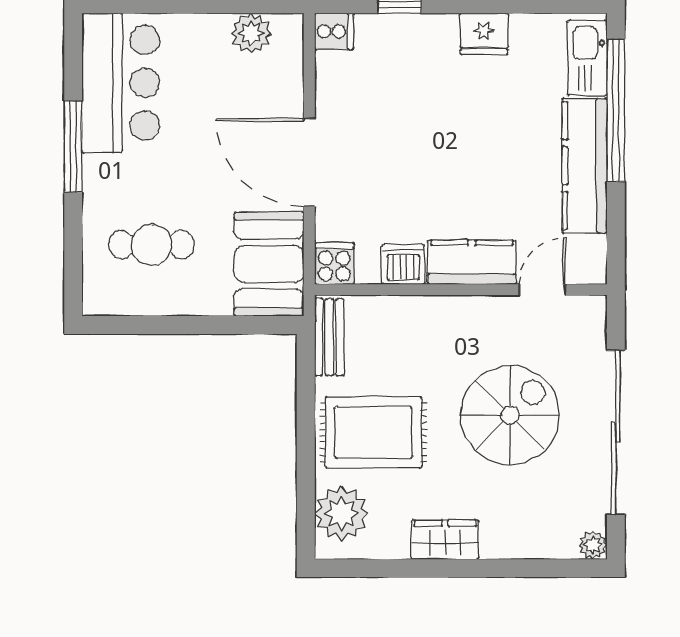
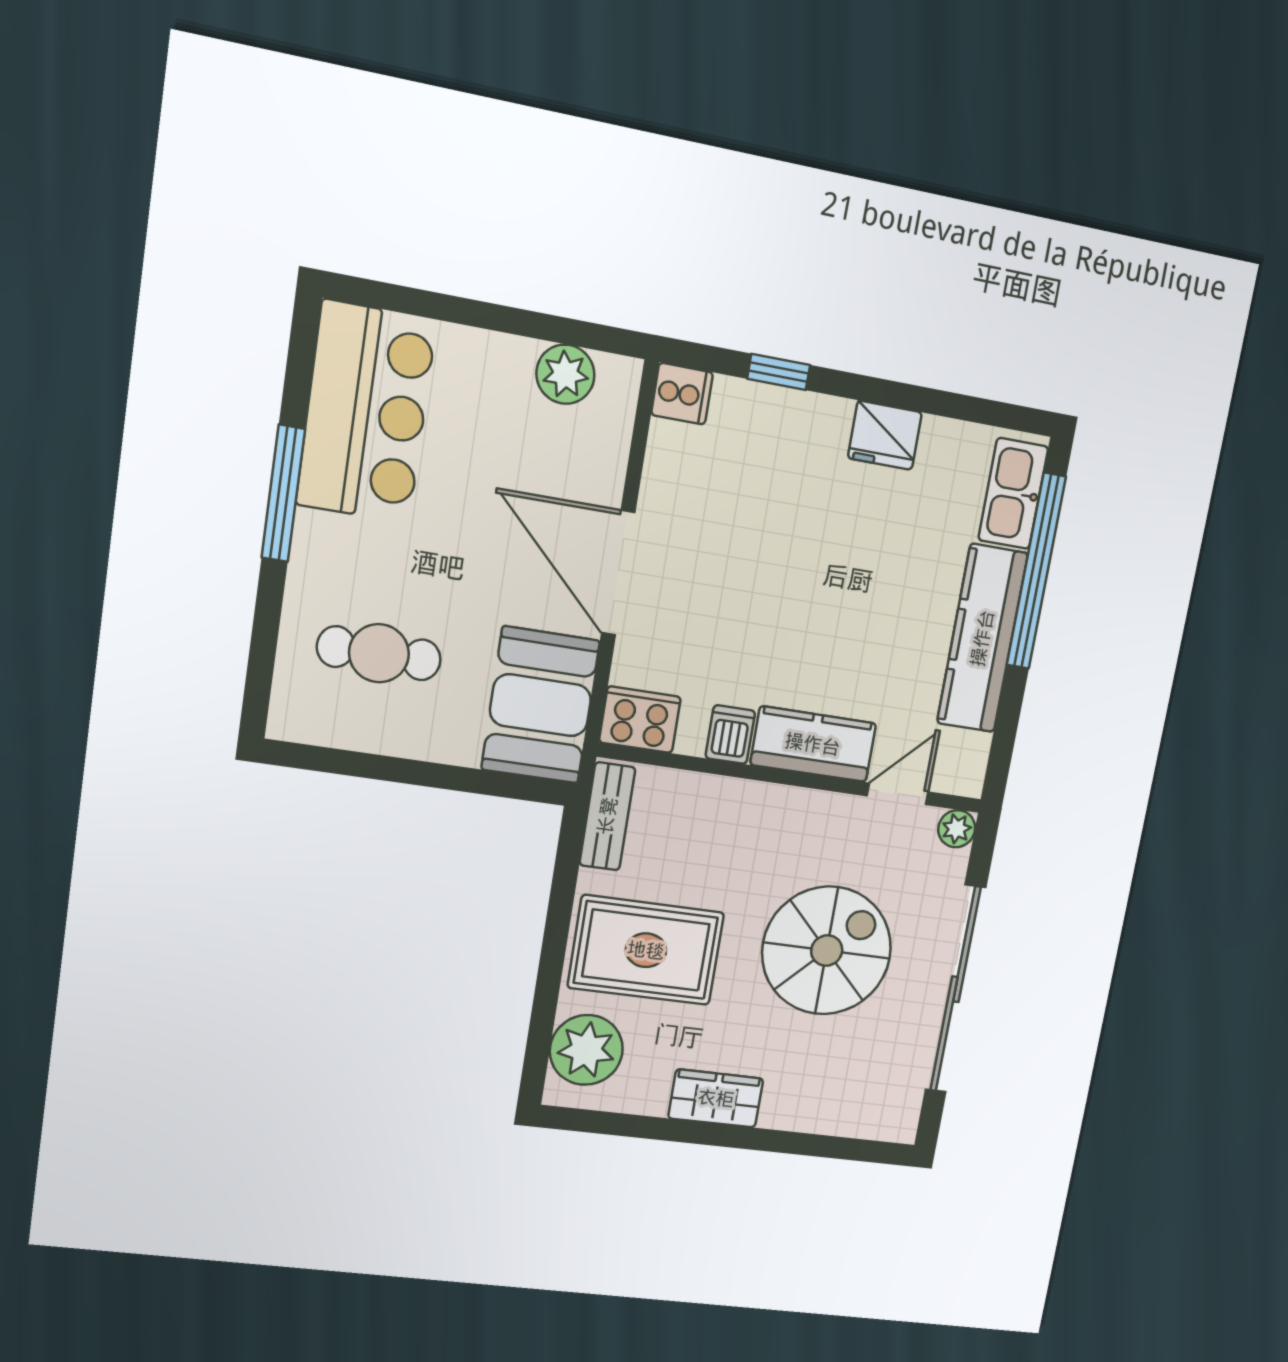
cooker: (334, 264) -> (640, 720), width x1.36
dishwasher: (403, 264) -> (730, 735), width x0.73
plant: (593, 545) -> (957, 829), moved

